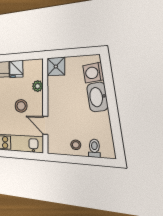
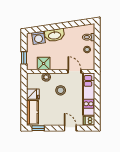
window: (64, 53) -> (24, 58), added
shower: (56, 67) -> (44, 64), moved
door: (45, 125) -> (74, 71), swing flipped

